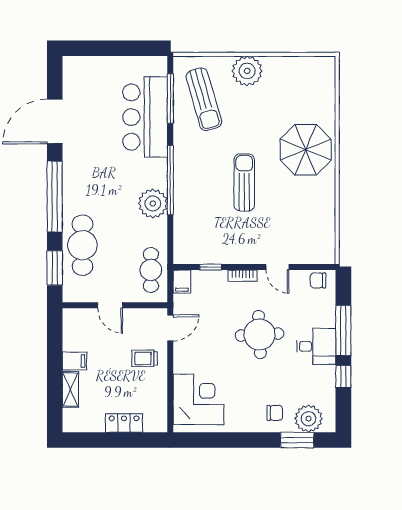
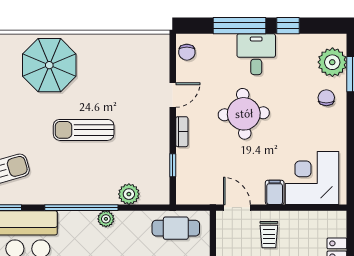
plant: (153, 204) -> (106, 219), width x0.53, depth x0.53
plant: (183, 225) -> (129, 194), added
filing cabinet: (182, 282) -> (275, 192), moved, turned -90

